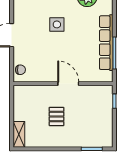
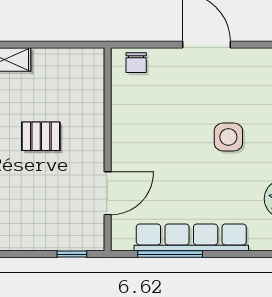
door: (68, 84) -> (108, 193), moved

